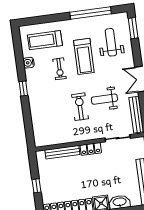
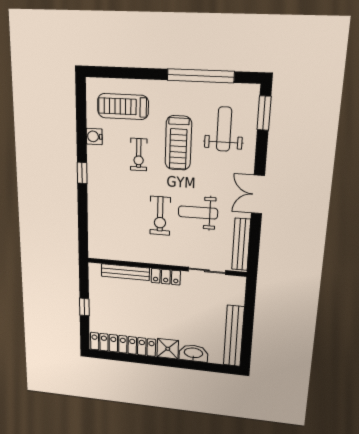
exercise bike: (80, 107) -> (160, 216), turned 180

